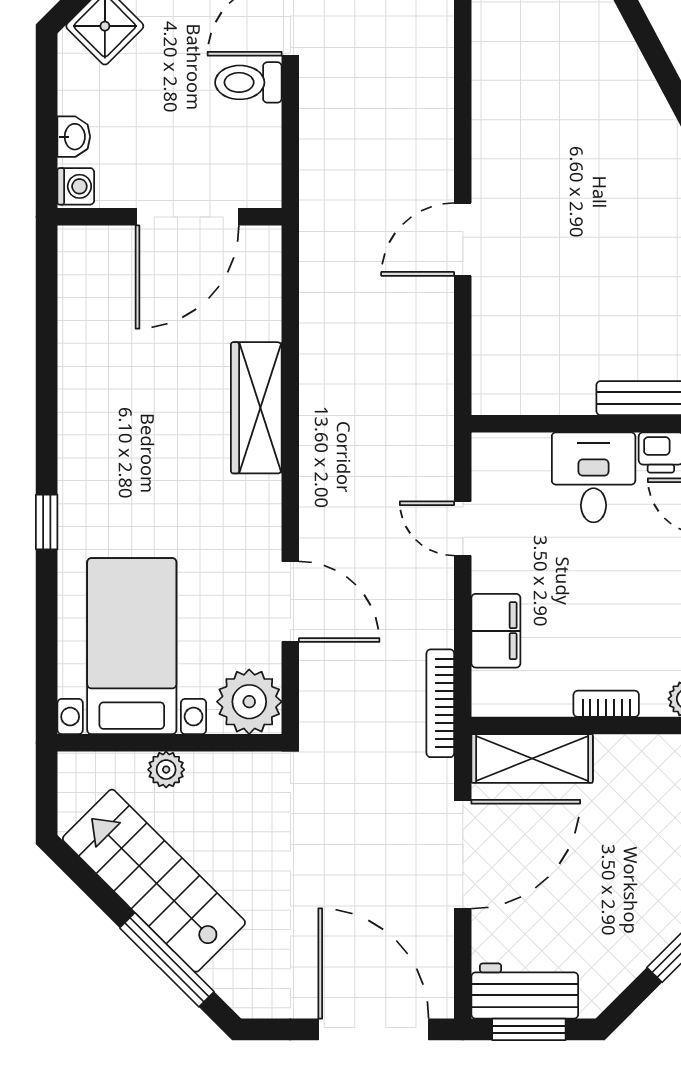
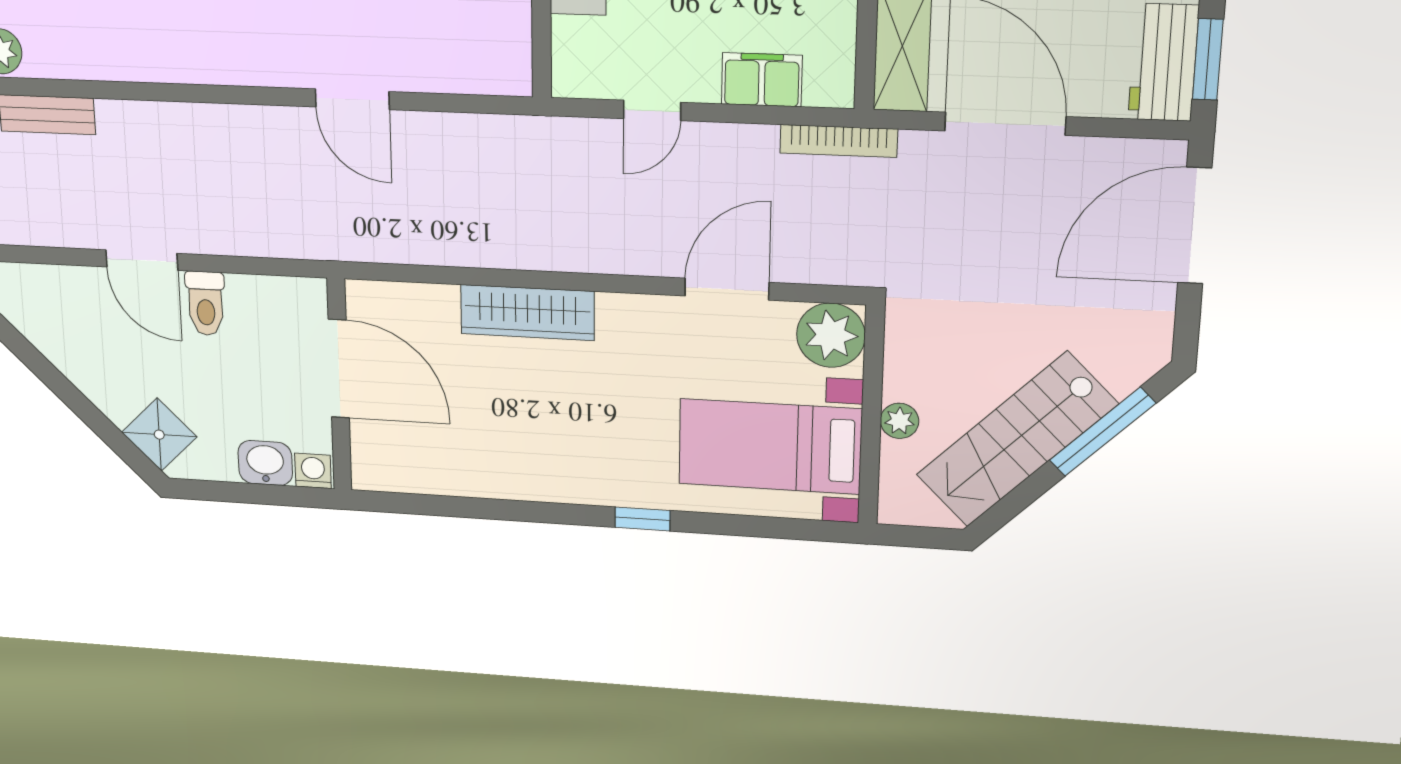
washbasin: (74, 137) -> (265, 463), width x1.38, depth x1.45

